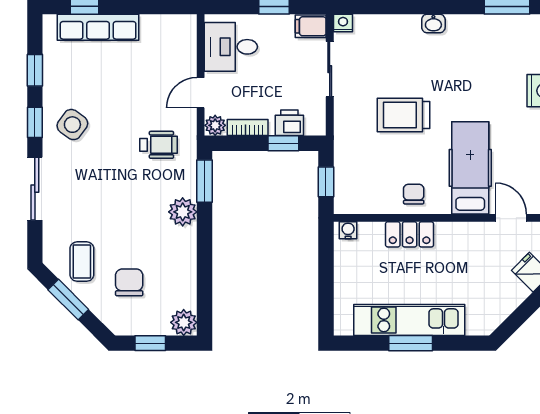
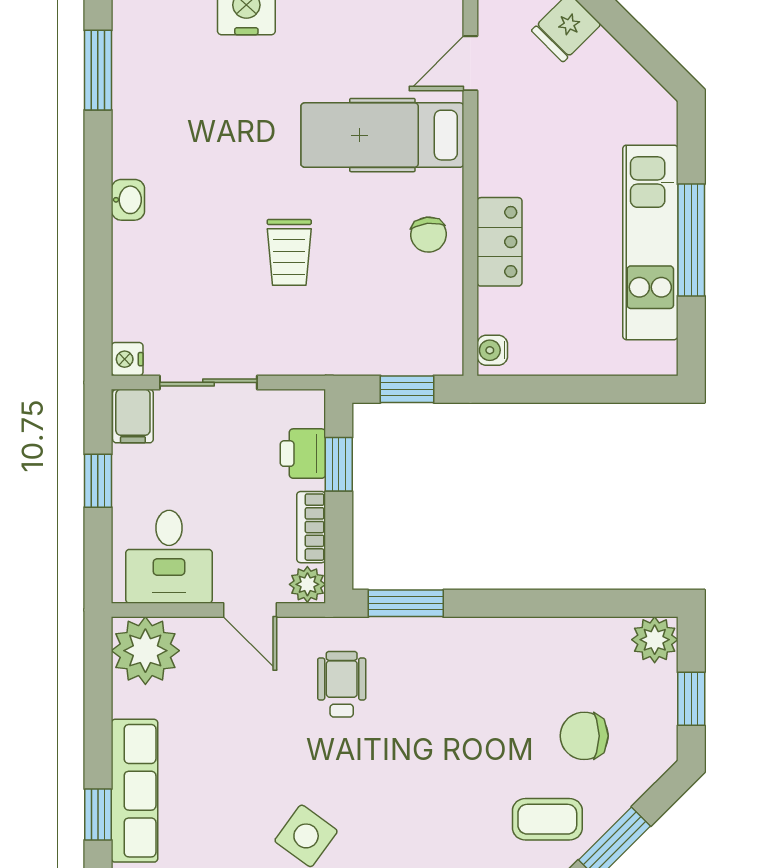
trolley: (404, 115) -> (289, 252), width x0.73, depth x0.72
chair: (414, 194) -> (428, 235), turned -96
plant: (183, 212) -> (145, 651), moved, width x1.36, depth x1.36
window: (411, 343) -> (691, 240), width x1.44

